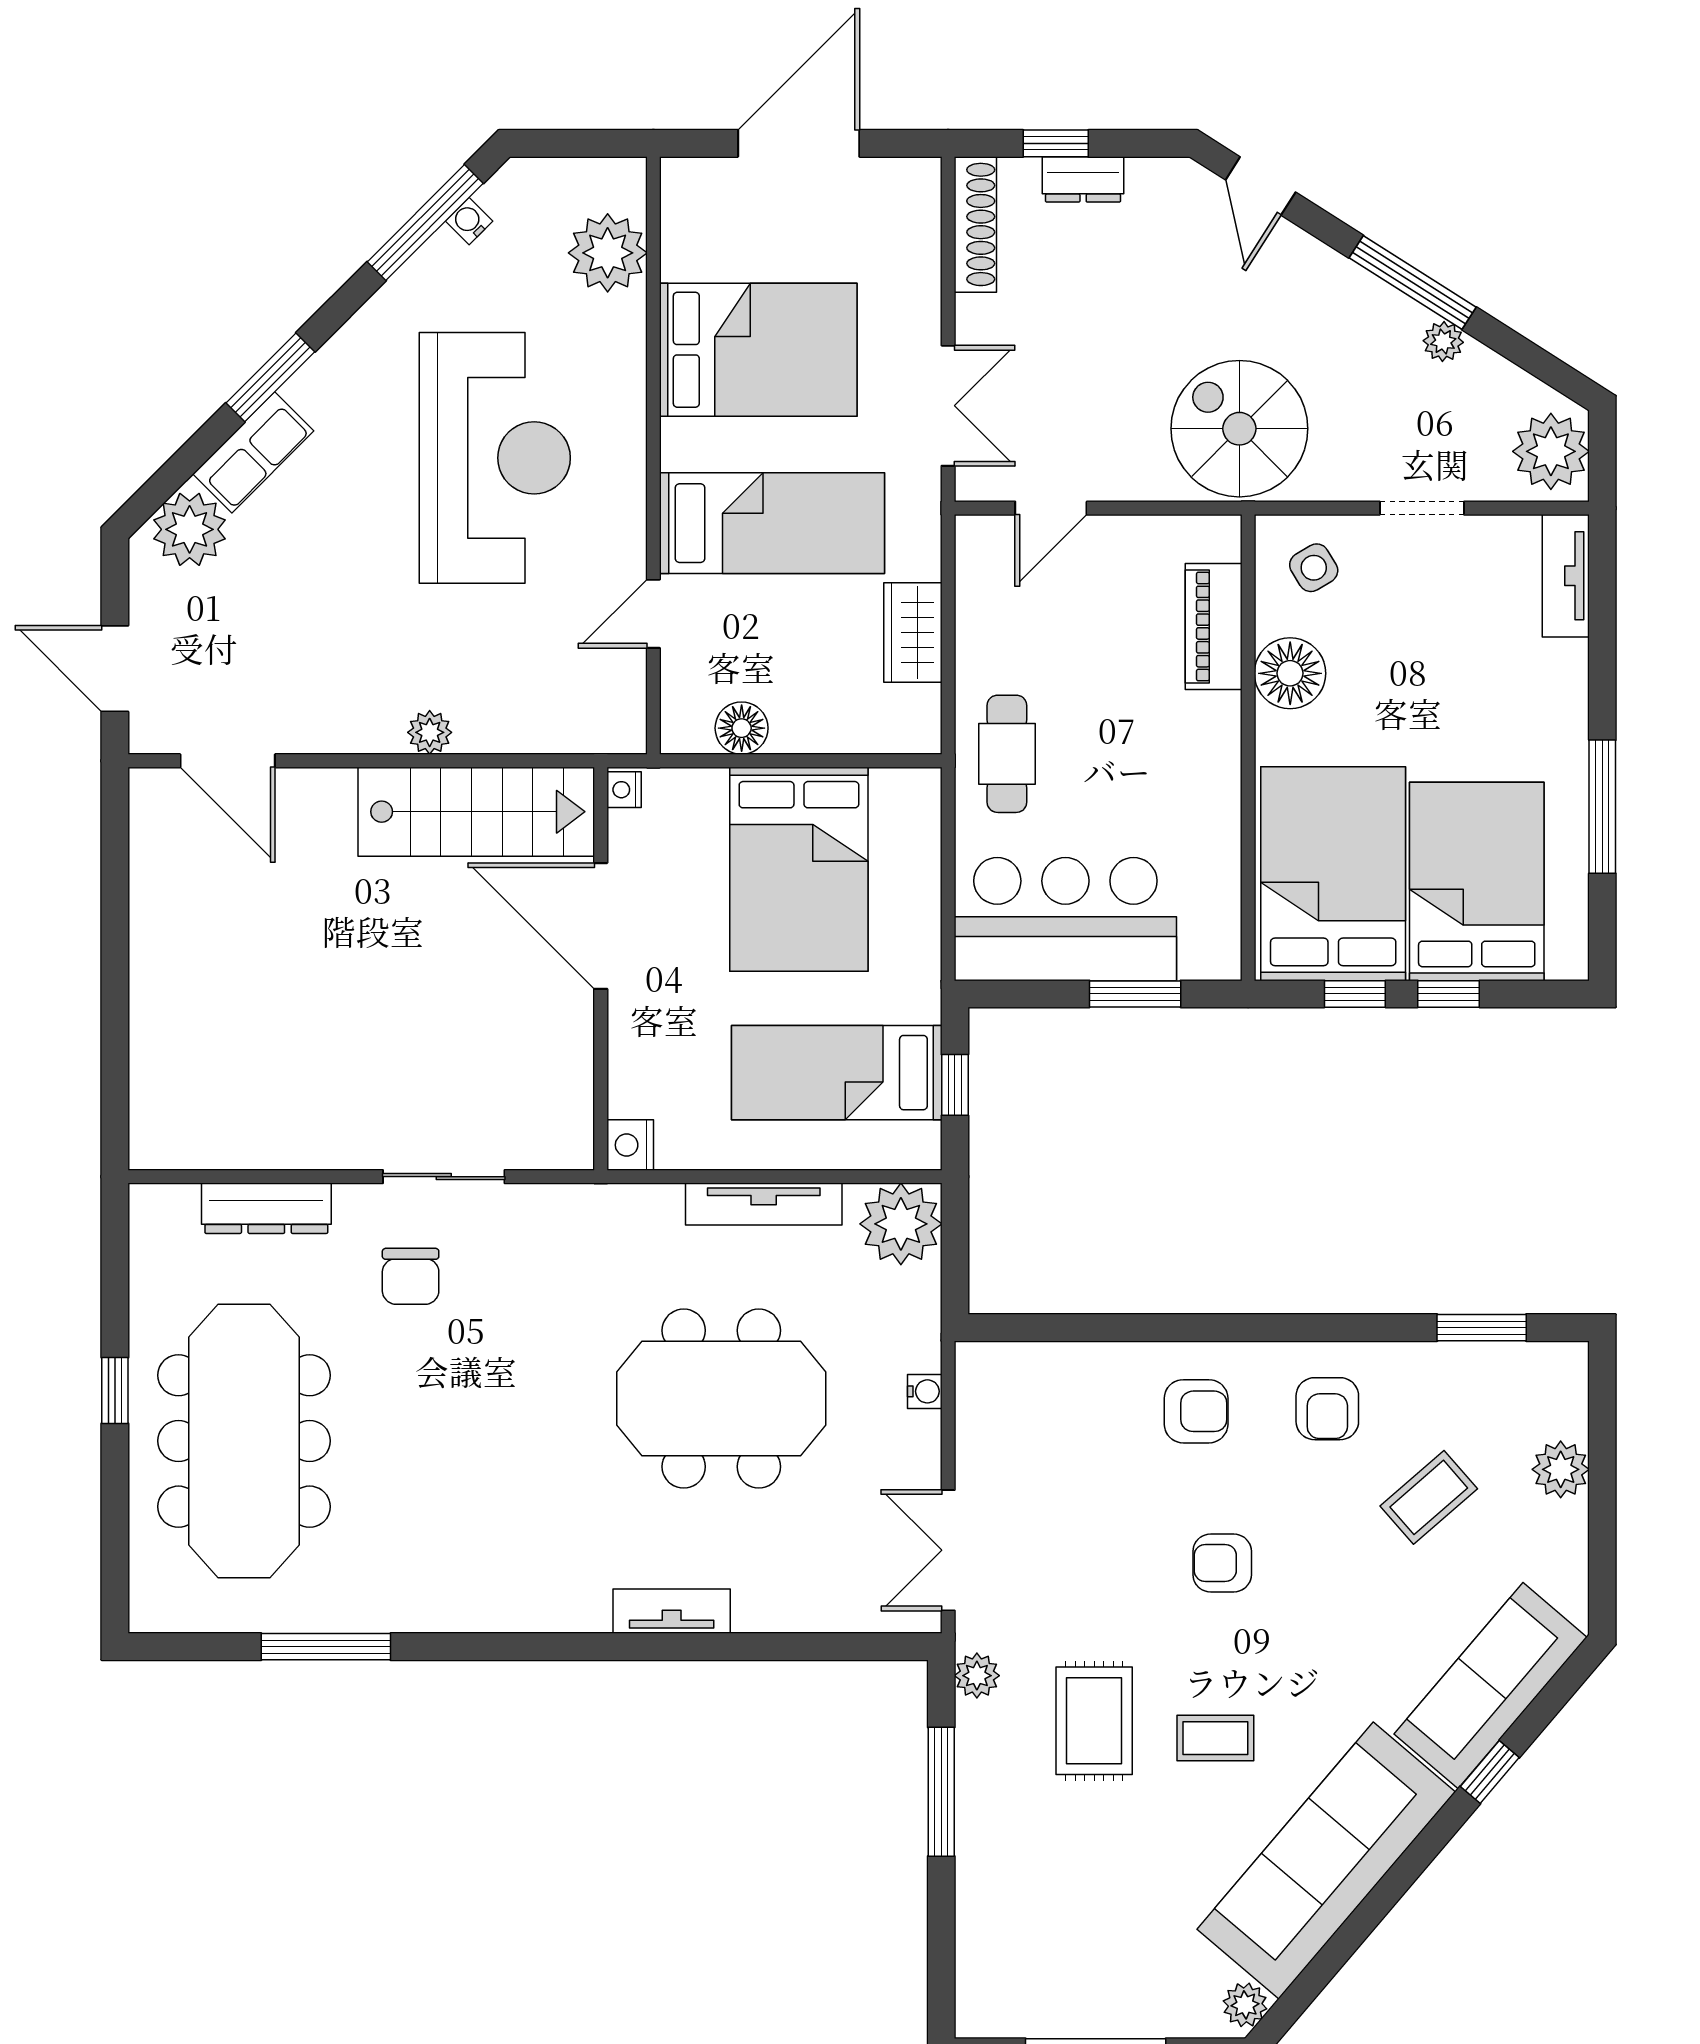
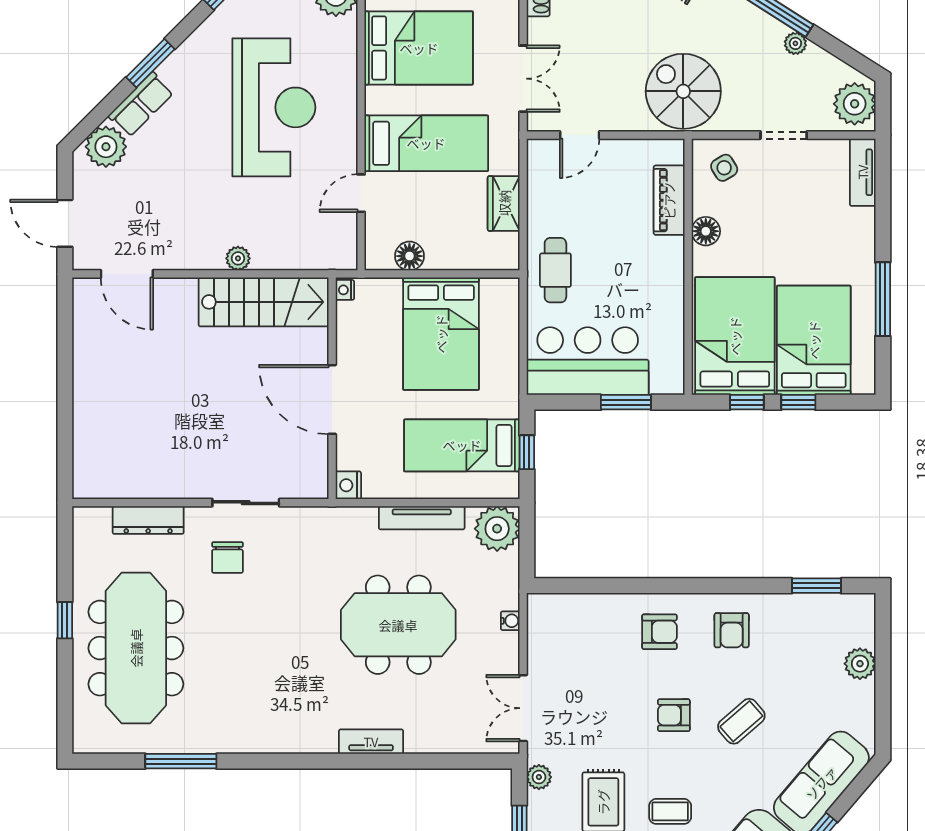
floor lamp: (1290, 673) -> (706, 231), width x0.73, depth x0.73
door: (601, 926) -> (332, 400), moved
coffee table: (1429, 1497) -> (741, 721), moved

